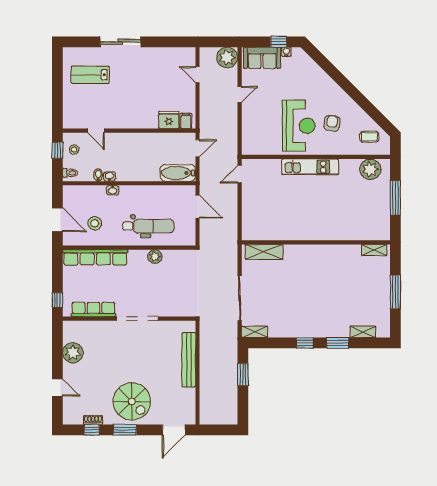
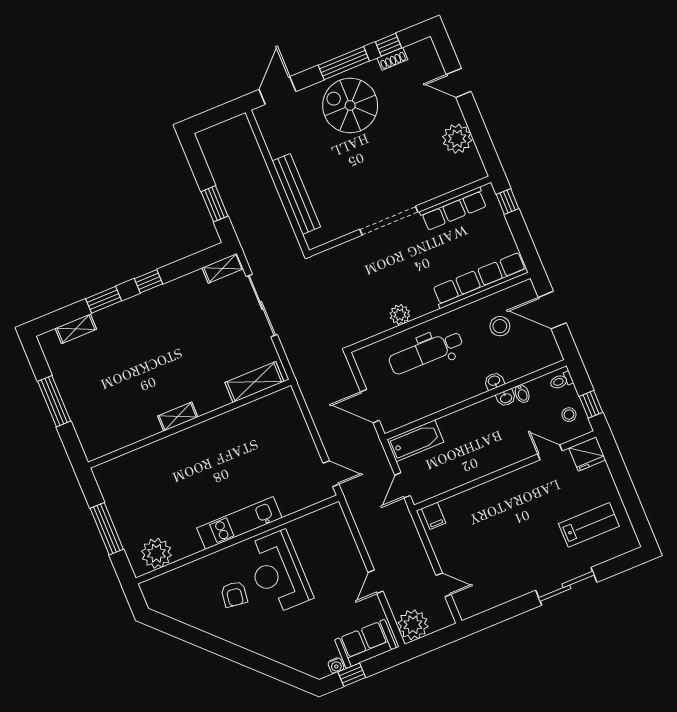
fridge: (169, 120) -> (587, 454), moved
coffee table: (369, 137) -> (176, 597), removed
door: (240, 174) -> (331, 474), hinge flipped
shelving: (374, 250) -> (178, 417), moved
window: (125, 430) -> (344, 63), width x1.44

